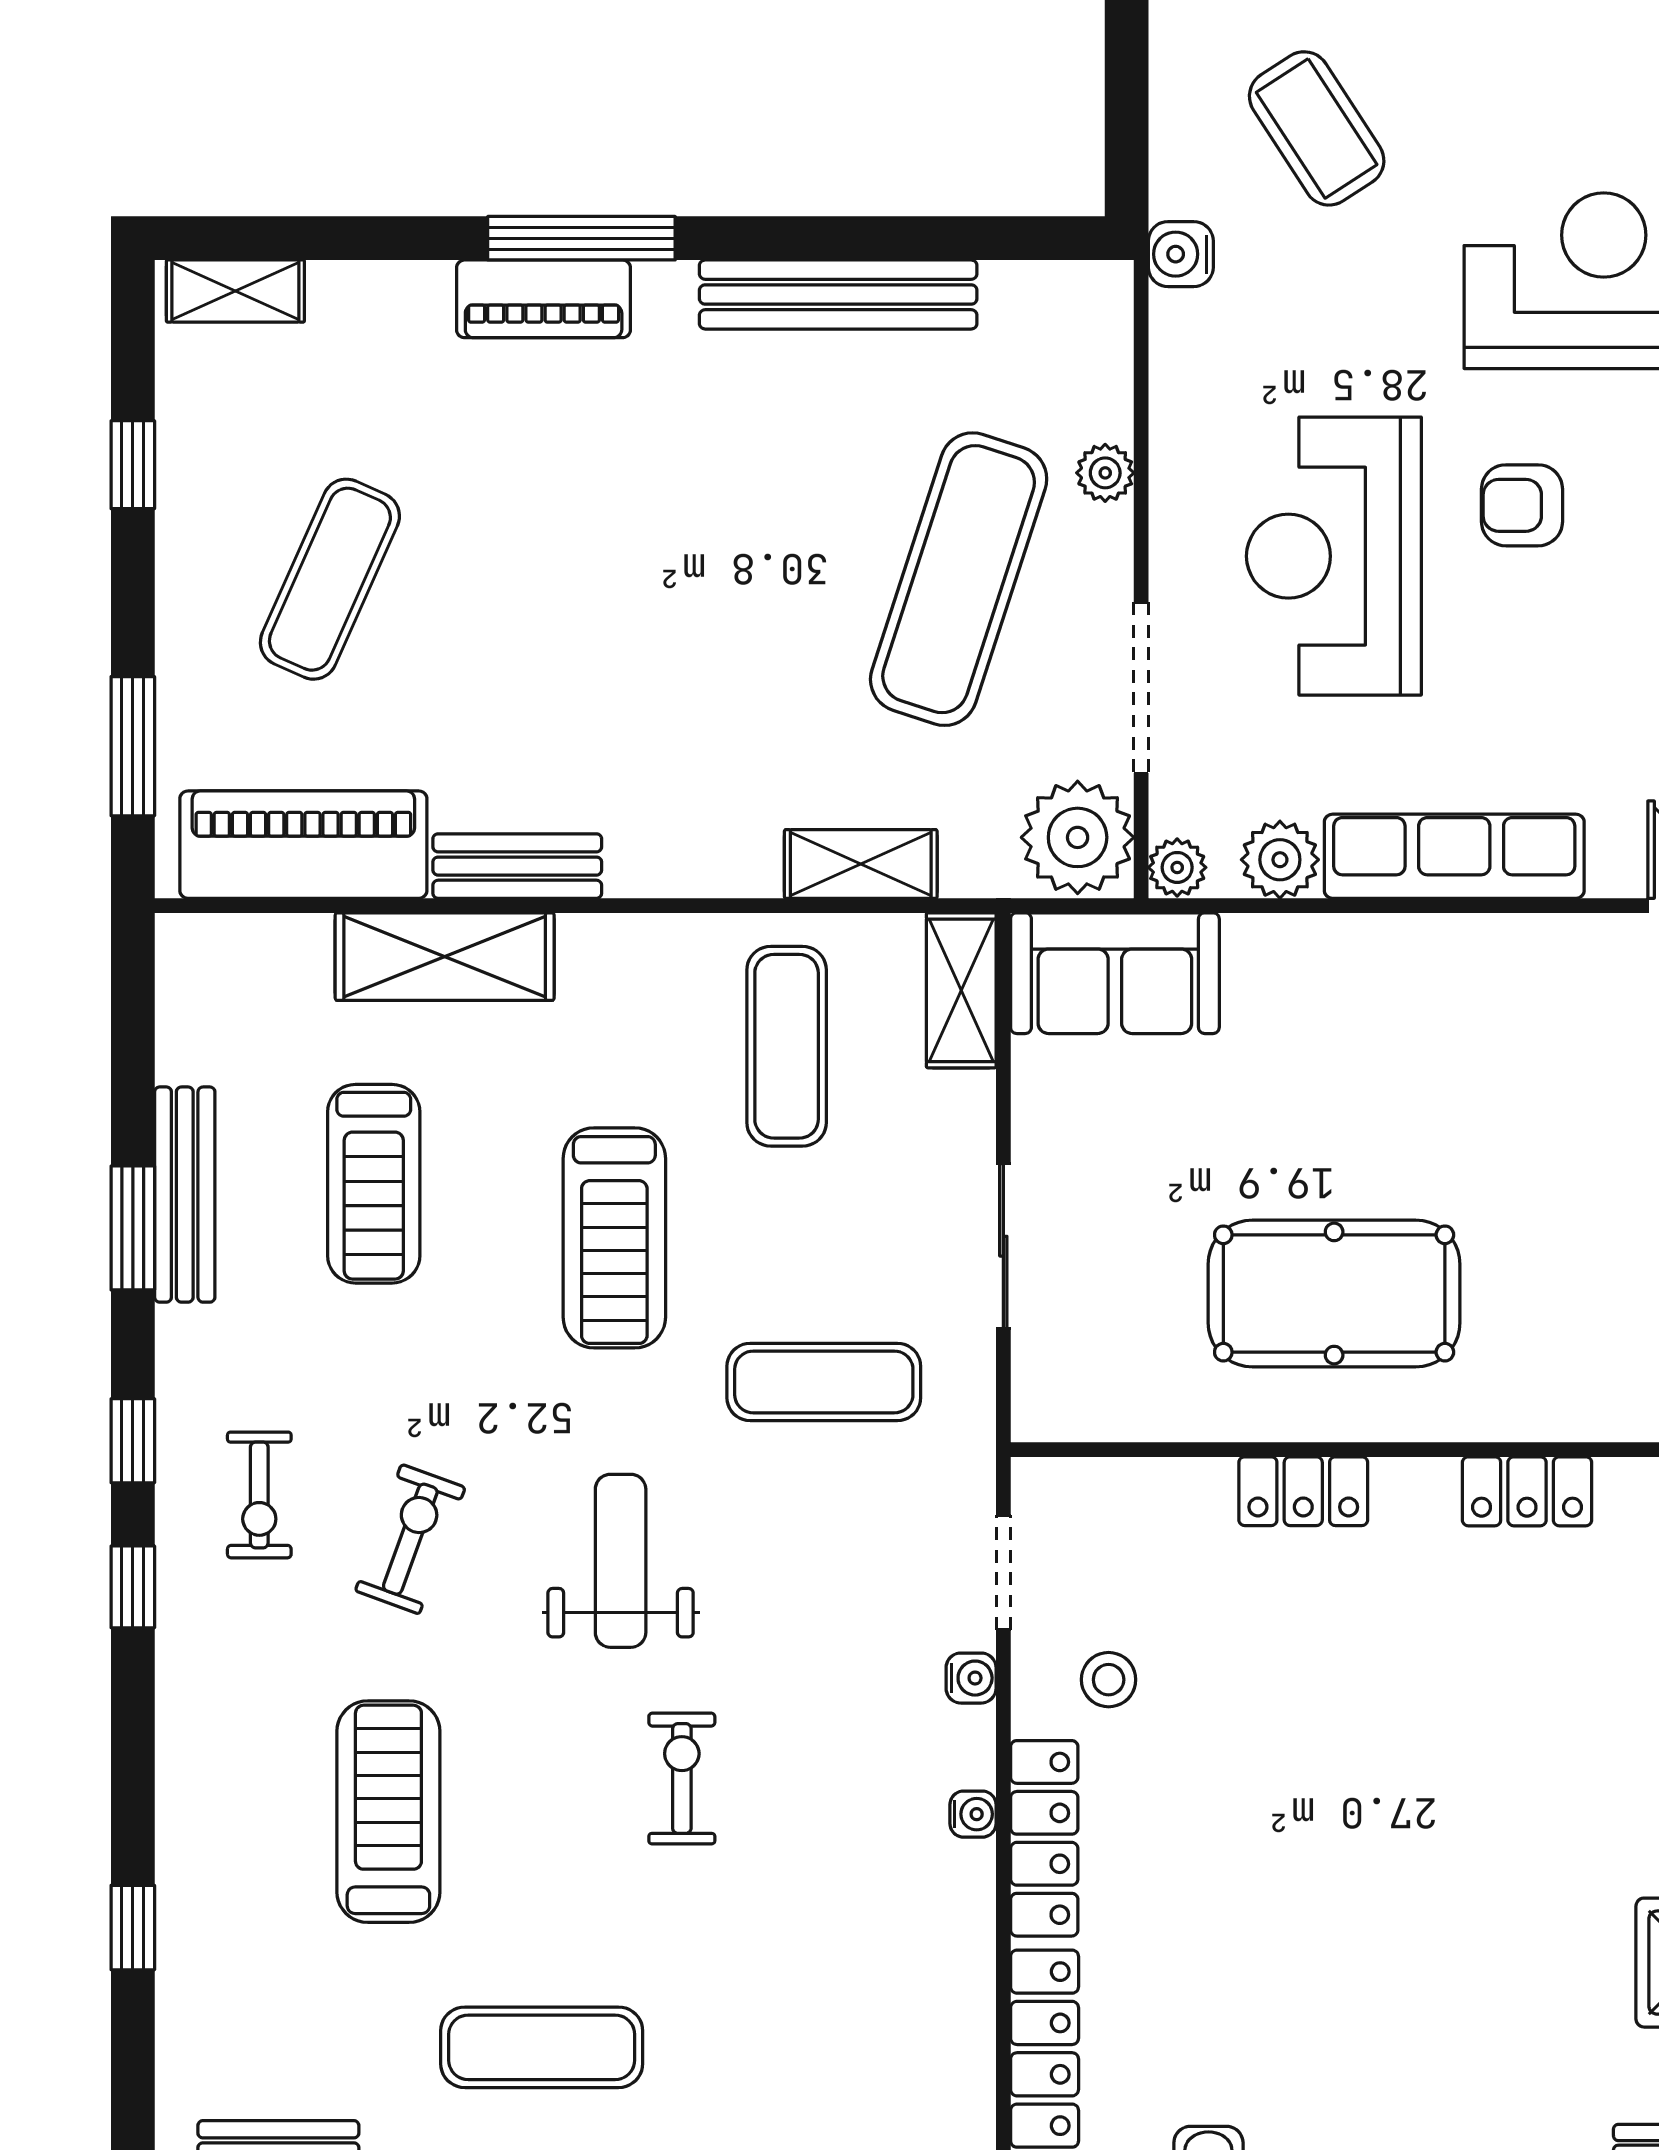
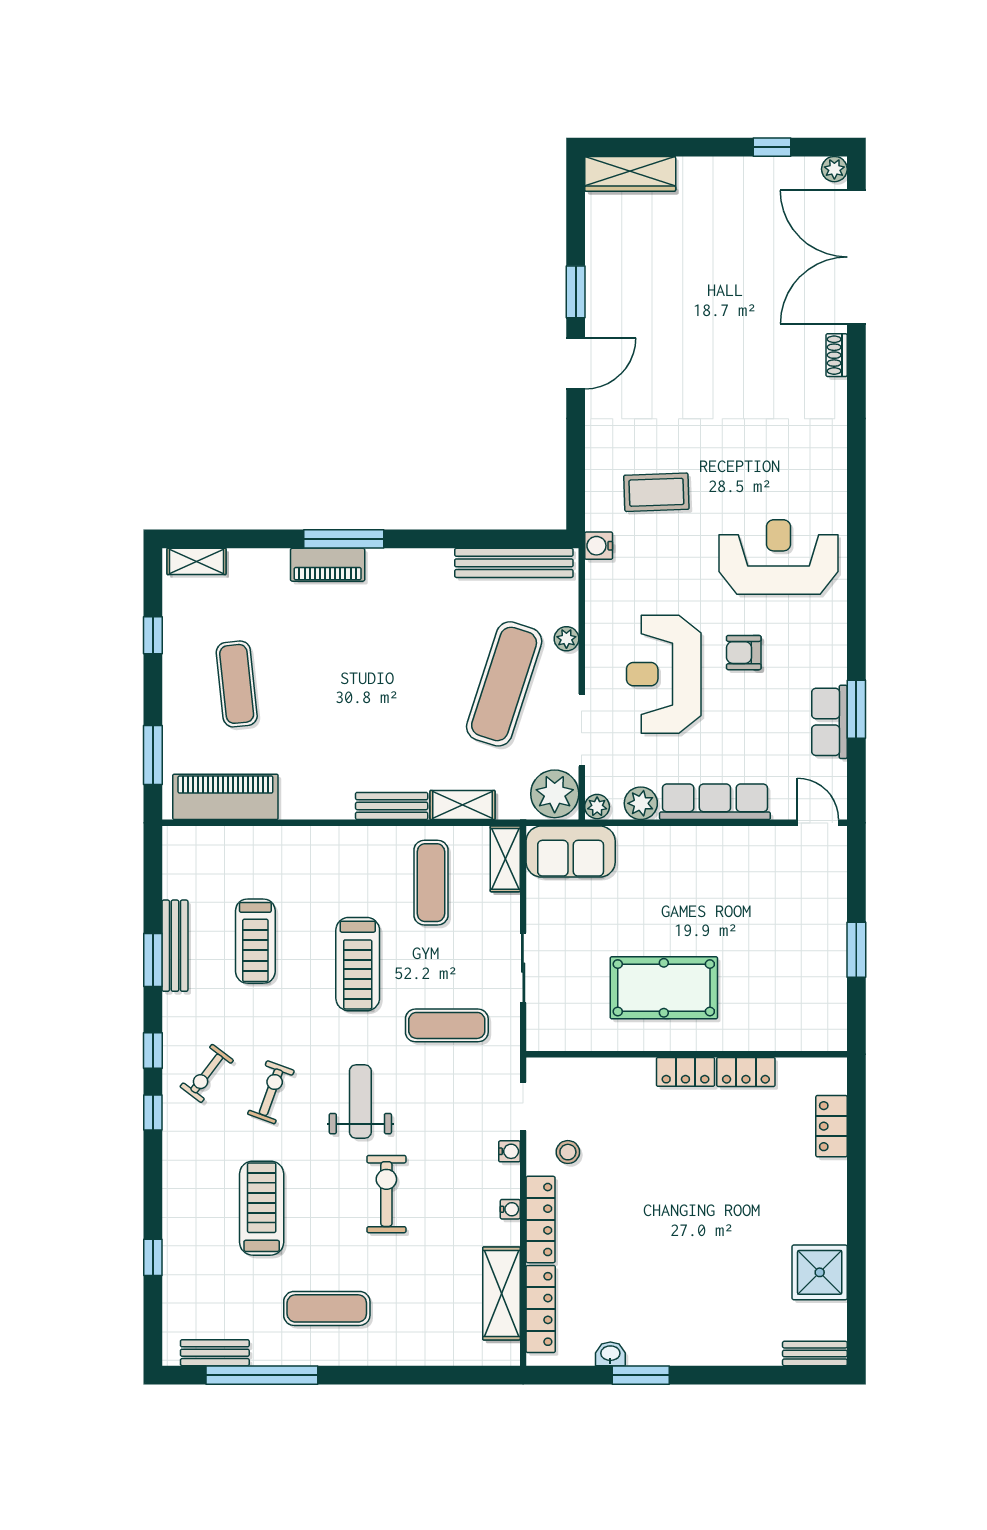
coffee table: (1317, 128) -> (656, 492), turned -59
bench: (838, 294) -> (514, 563), moved
exercise mat: (330, 579) -> (237, 684), turned -30
bench: (517, 866) -> (392, 806), moved
shelving: (445, 957) -> (501, 1293), moved, turned 90
locker: (1303, 1491) -> (685, 1072), moved
exercise bike: (259, 1495) -> (207, 1073), turned 37
exercise bike: (682, 1778) -> (386, 1194), width x1.38, depth x1.39

